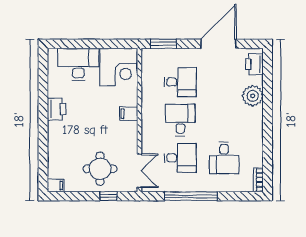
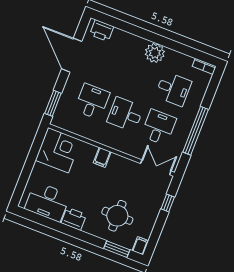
desk: (78, 64) -> (48, 202), moved, turned -90
plant: (253, 96) -> (155, 53), moved
window: (43, 163) -> (117, 249), added
round table: (100, 169) -> (117, 216), moved

